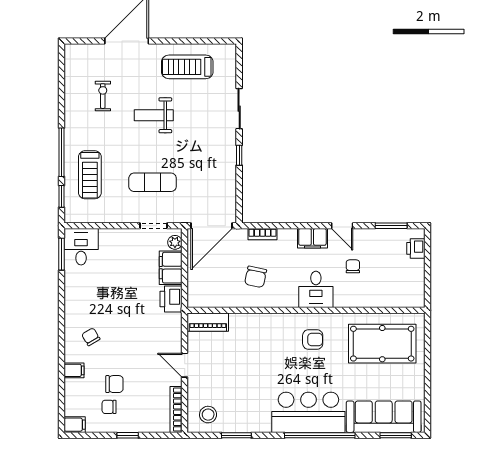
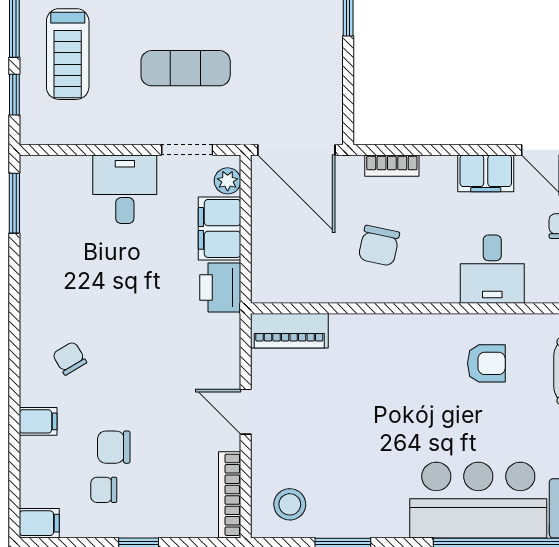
door: (212, 226) -> (296, 150), hinge flipped
desk: (81, 247) -> (125, 189), moved
chair: (114, 384) -> (114, 447), turned 180

